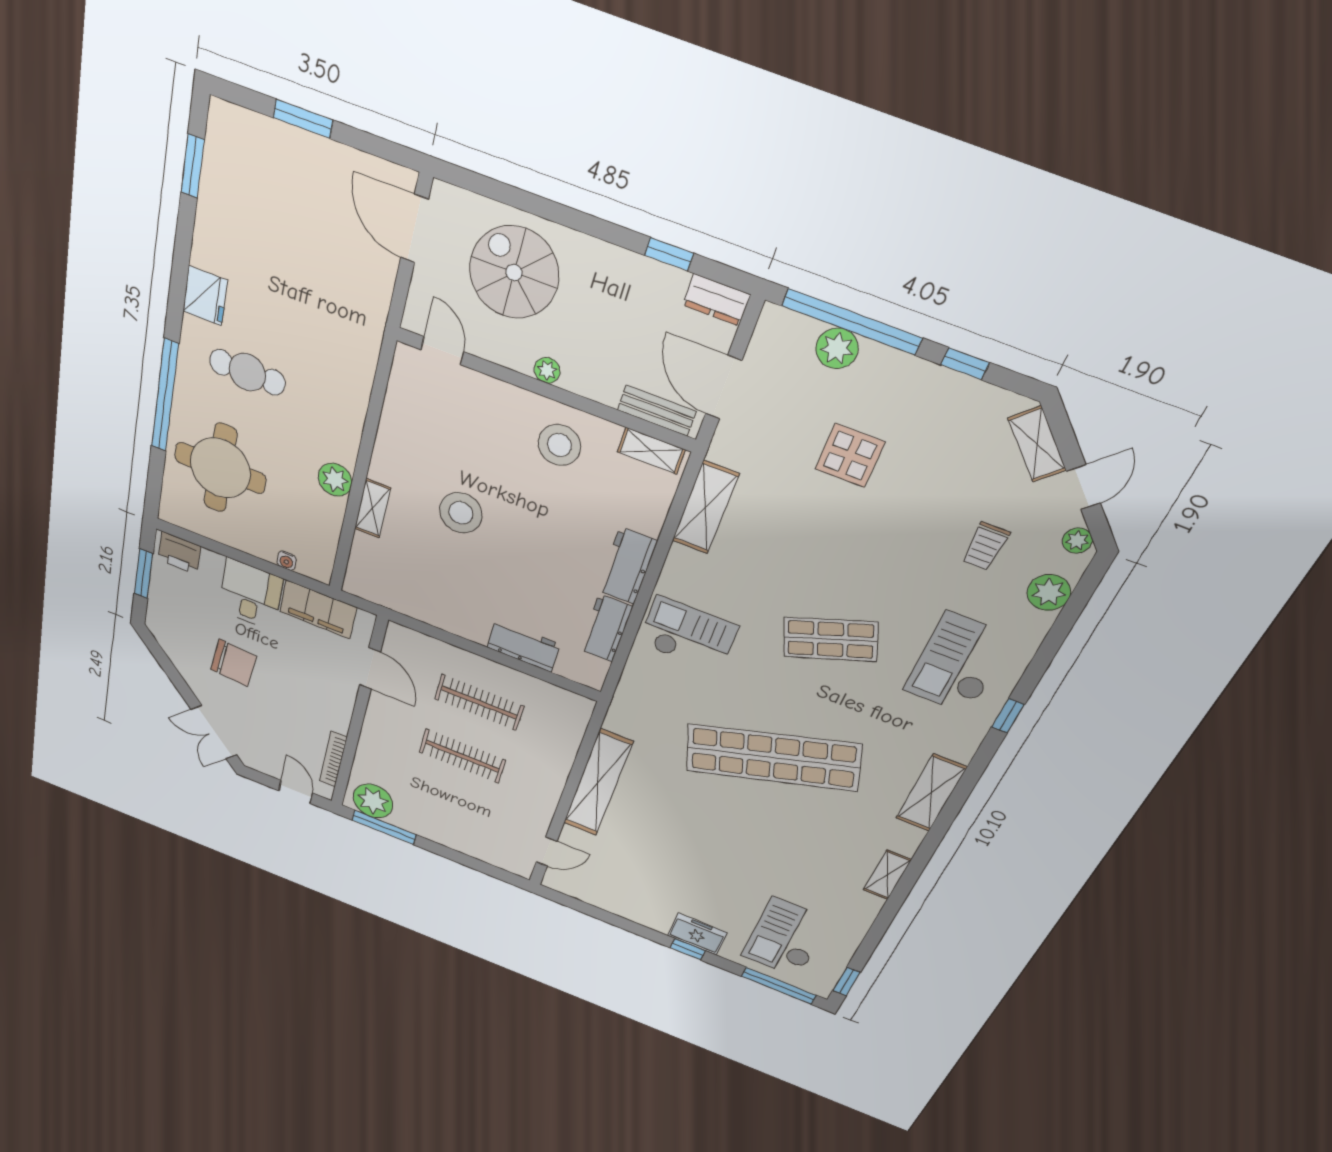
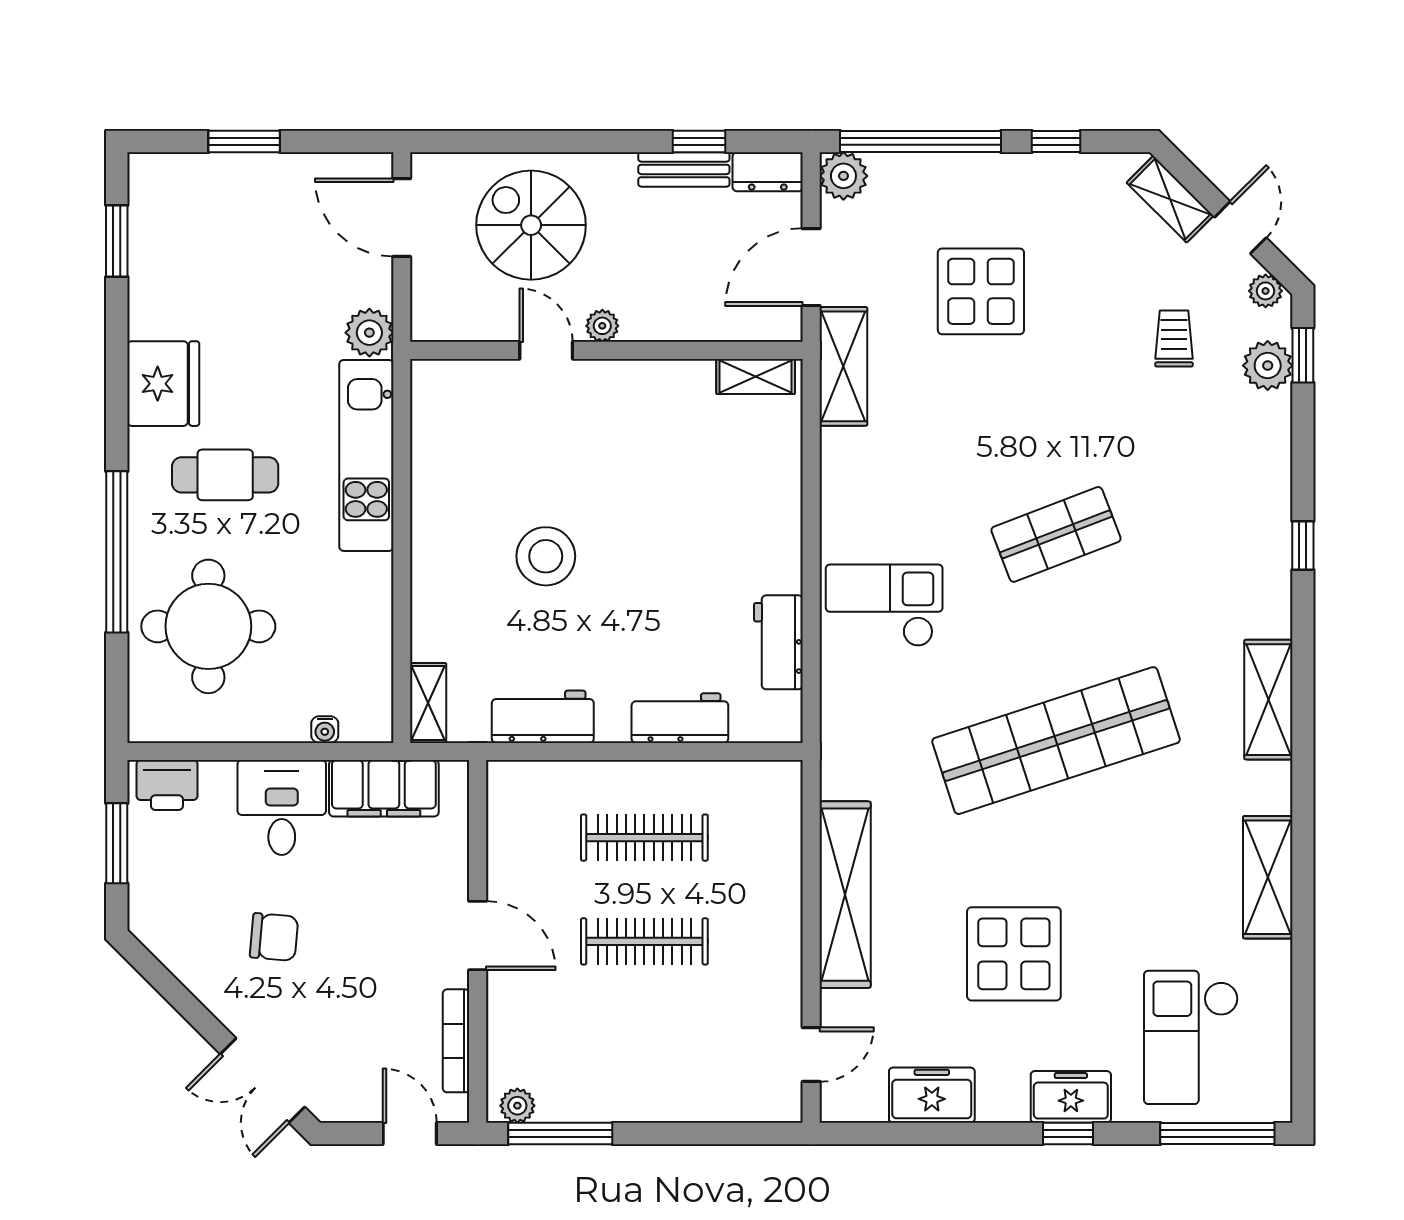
fridge: (205, 296) -> (163, 384), width x1.36, depth x1.34
plant: (837, 348) -> (843, 176), moved
door: (442, 351) -> (546, 350), moved
door: (723, 387) -> (811, 267), hinge flipped
kitchen unit: (350, 397) -> (366, 455), added
bench: (657, 411) -> (684, 169), moved
stool: (559, 445) -> (644, 414), removed
display table: (850, 456) -> (981, 291), width x1.36, depth x1.36
plant: (335, 480) -> (369, 333), moved
shelving: (705, 507) -> (843, 366), moved
shelving: (373, 508) -> (428, 703), moved
trolley: (985, 546) -> (1174, 339), turned 180
workbench: (627, 566) -> (543, 717), moved, turned 90
chair: (233, 663) -> (274, 937), width x0.73, depth x0.73
checkout: (958, 663) -> (1214, 501), removed
door: (370, 669) -> (478, 936), moved
plant: (373, 801) -> (517, 1106), width x0.53, depth x0.53
display table: (693, 855) -> (1014, 954), added
shelving: (887, 875) -> (1268, 877), width x1.50, depth x1.33
freezer: (613, 899) -> (932, 1095), added
window: (846, 982) -> (1303, 355), moved

